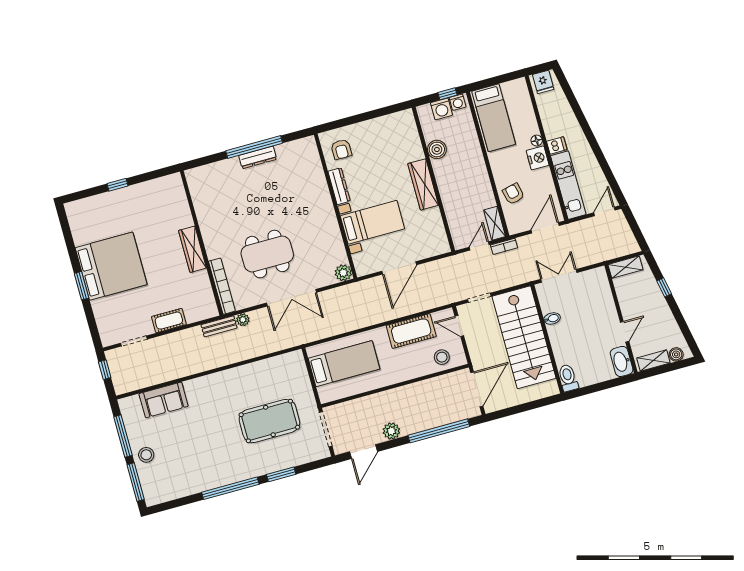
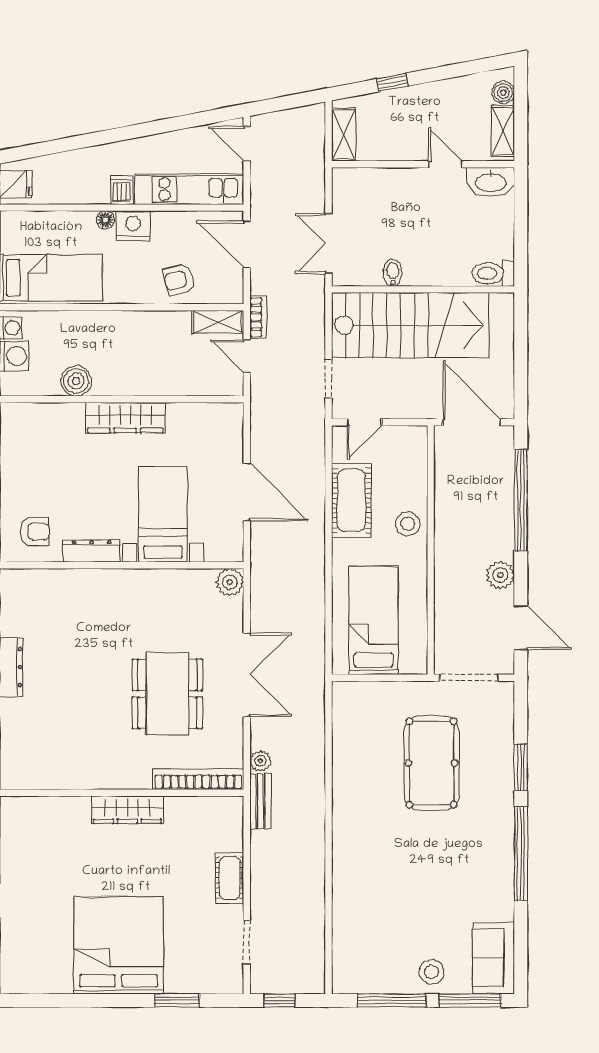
window: (82, 286) -> (177, 1000), moved
stool: (442, 357) -> (408, 524), moved
sofa: (164, 400) -> (494, 958), moved, turned 180

